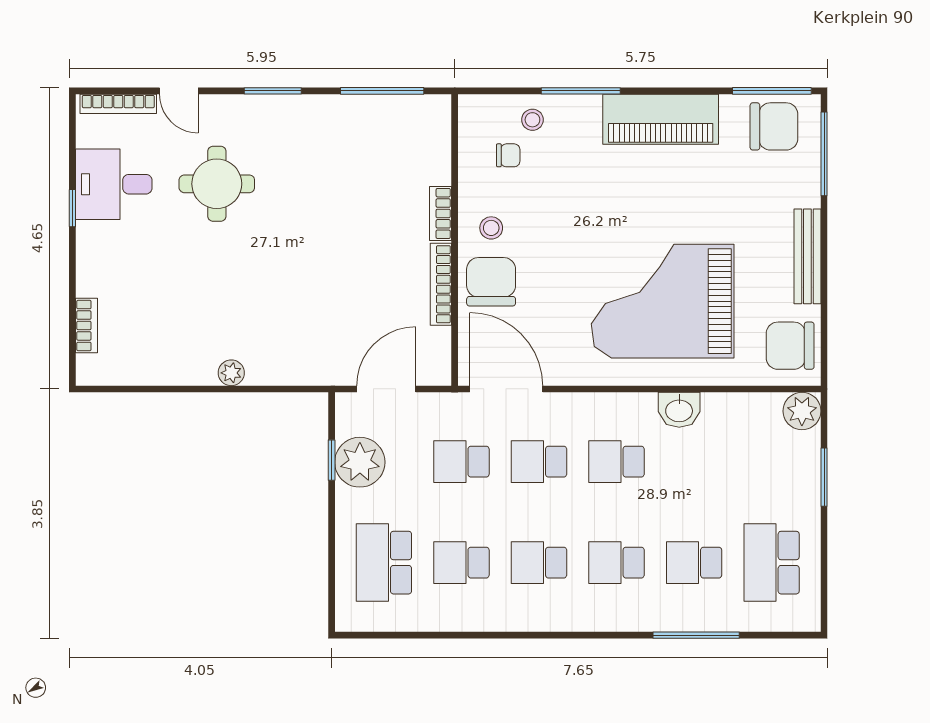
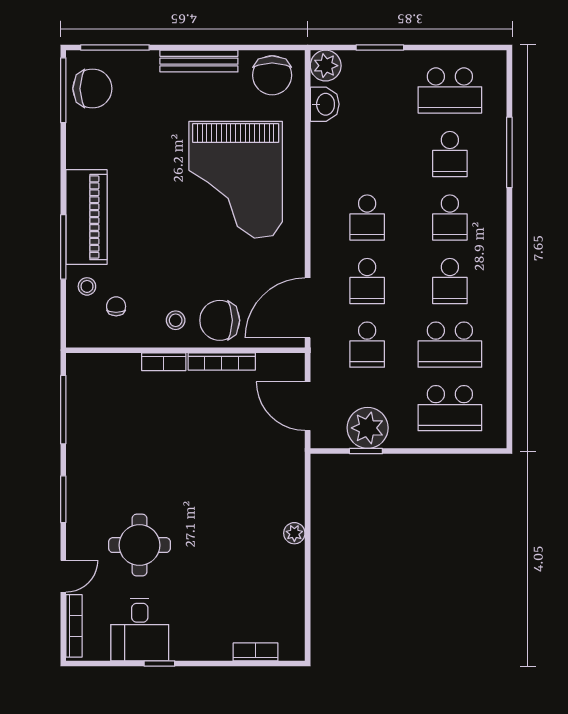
piano: (661, 119) -> (87, 217), moved
chair: (774, 126) -> (92, 89), turned 90
washbasin: (679, 410) -> (325, 104), moved
school desk: (461, 563) -> (450, 345), width x1.85

